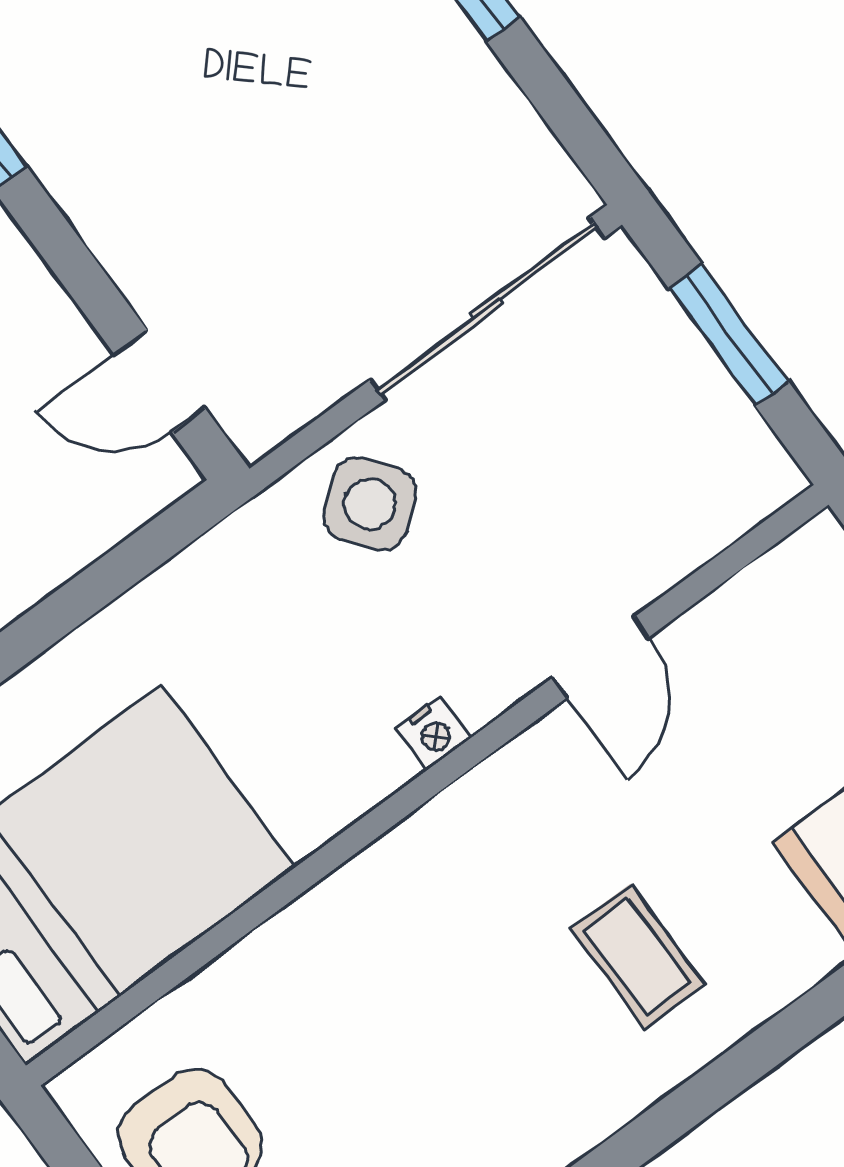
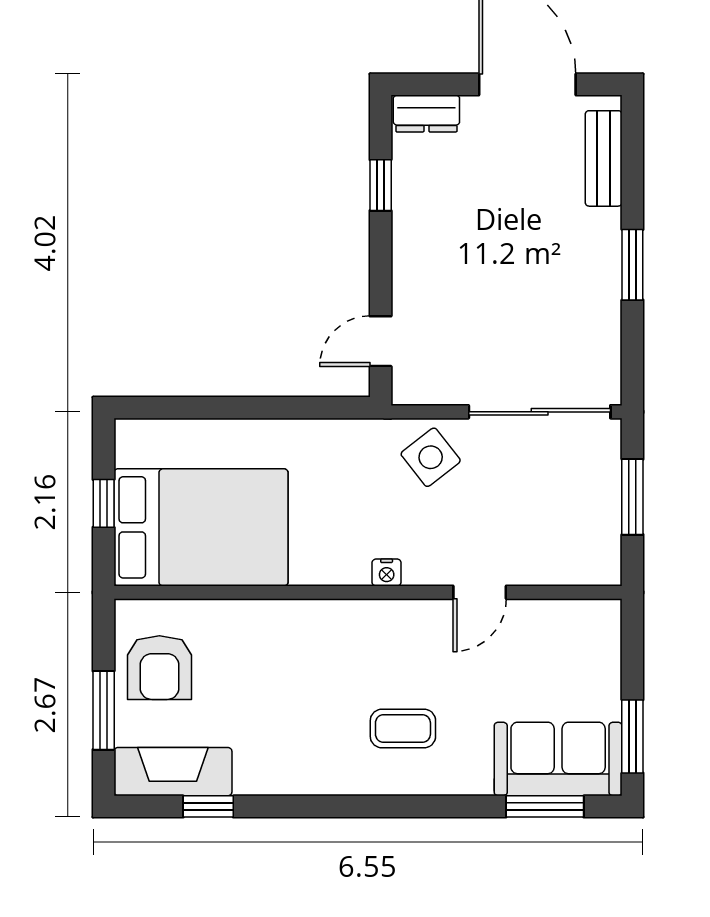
door: (159, 381) -> (381, 341), hinge flipped
coffee table: (637, 956) -> (403, 729), turned 90

